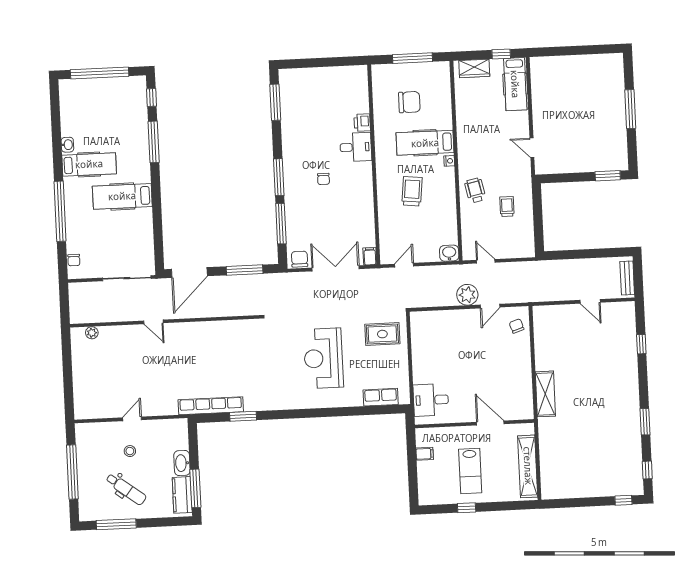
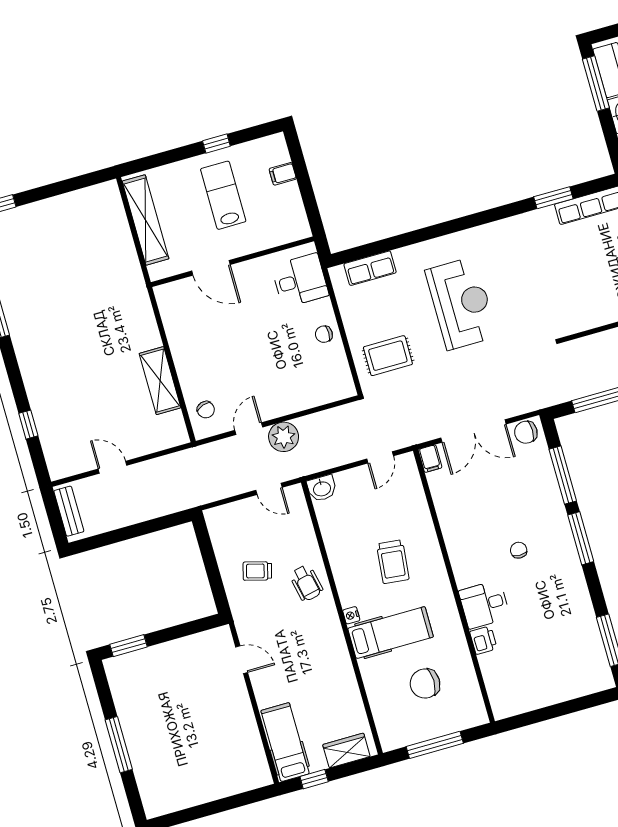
trolley: (507, 207) -> (257, 571), turned 105
chair: (300, 259) -> (526, 432), turned 90
chair: (423, 359) -> (324, 334), added
shelving: (545, 394) -> (160, 381), moved
filing cabinet: (425, 454) -> (283, 174), moved

